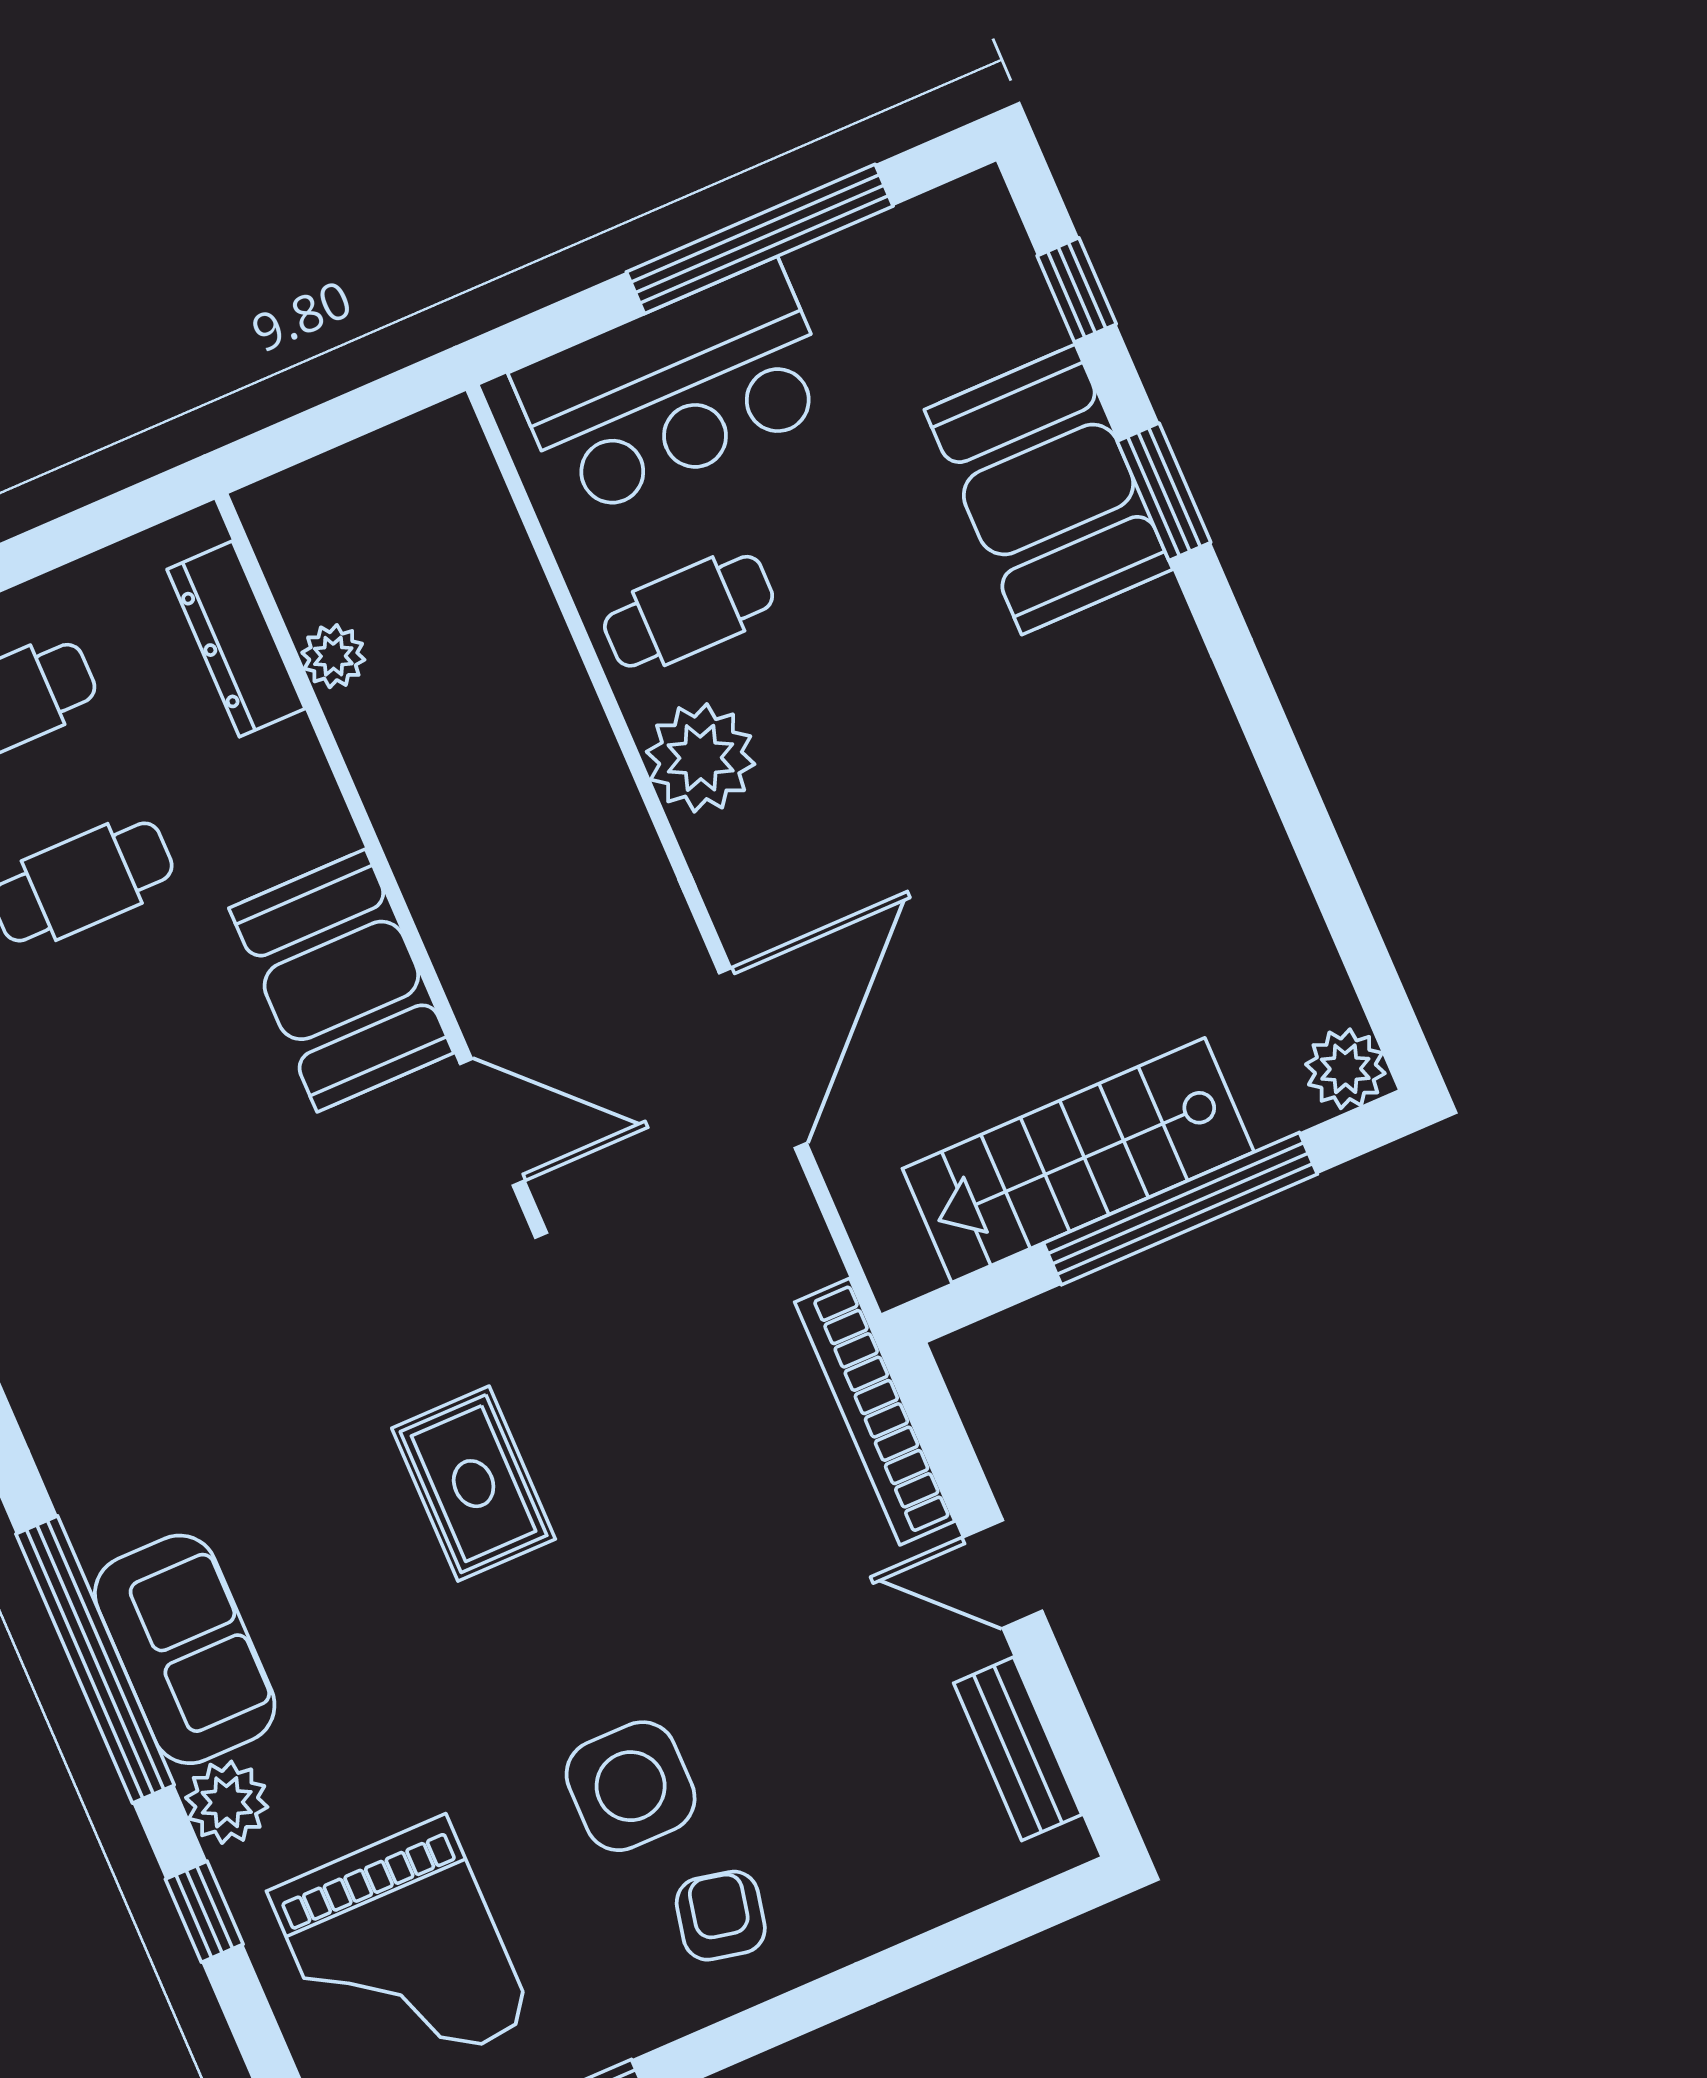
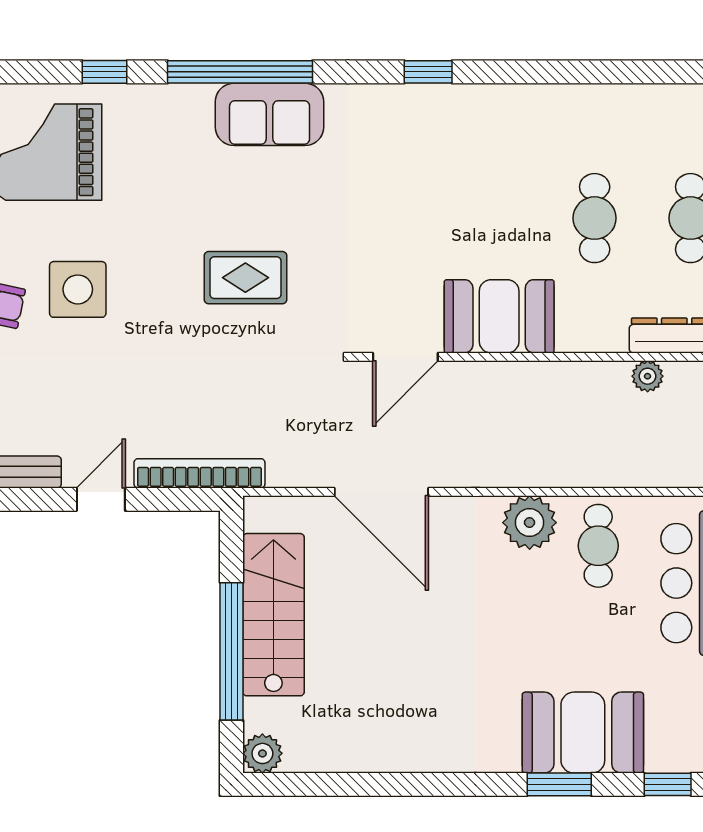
sofa: (185, 1649) -> (270, 114), moved
plant: (227, 1802) -> (150, 103), removed

